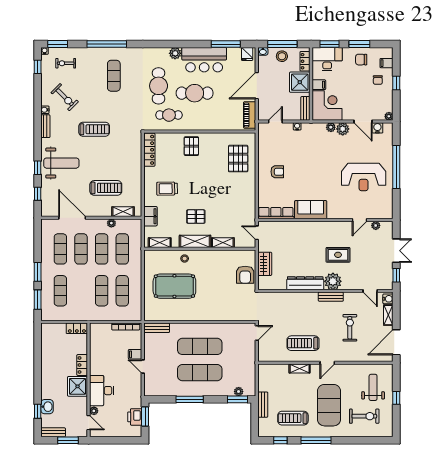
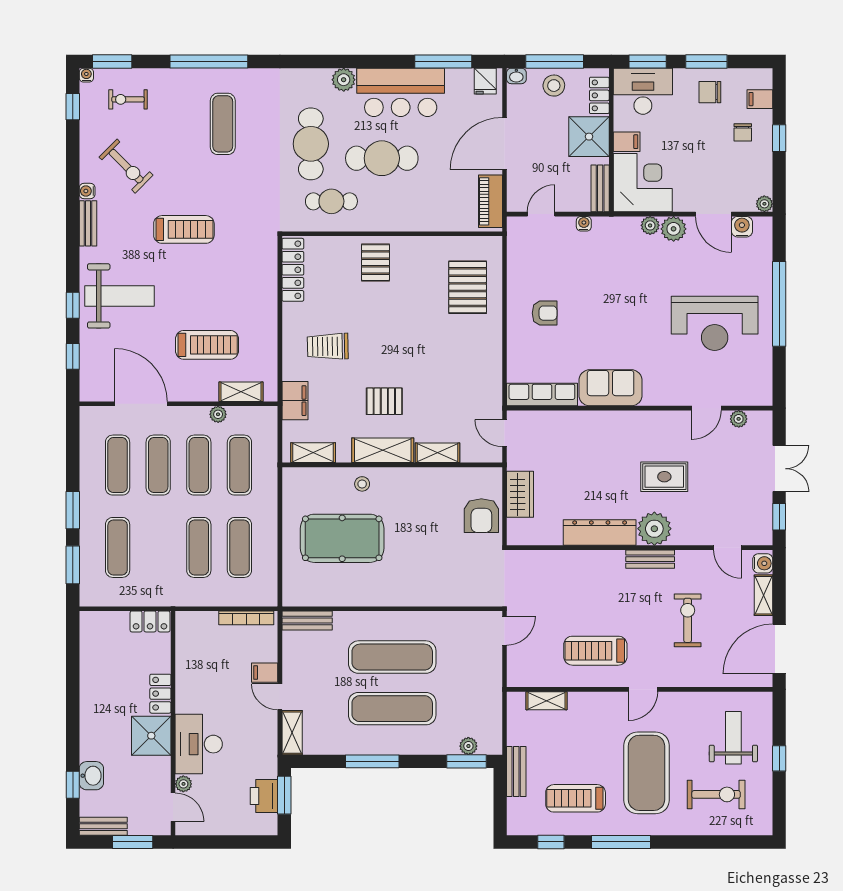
shelving: (300, 369) -> (547, 701), moved
shelving: (149, 385) -> (292, 733), added

